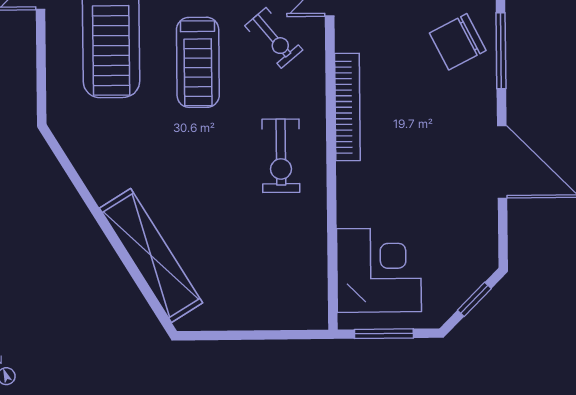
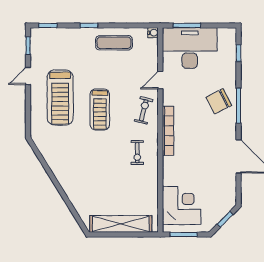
exercise bike: (274, 38) -> (144, 110), moved, turned -126
exercise bike: (281, 156) -> (137, 153), width x0.73, depth x0.72
shelving: (151, 256) -> (121, 224), moved, turned -58

